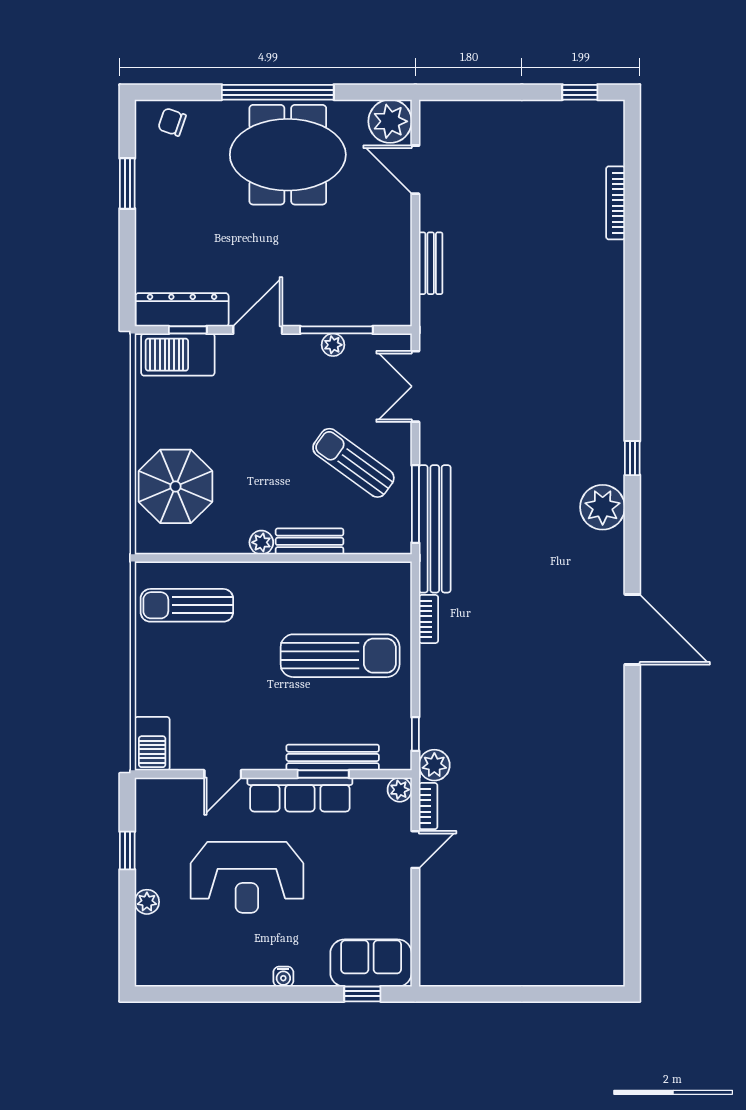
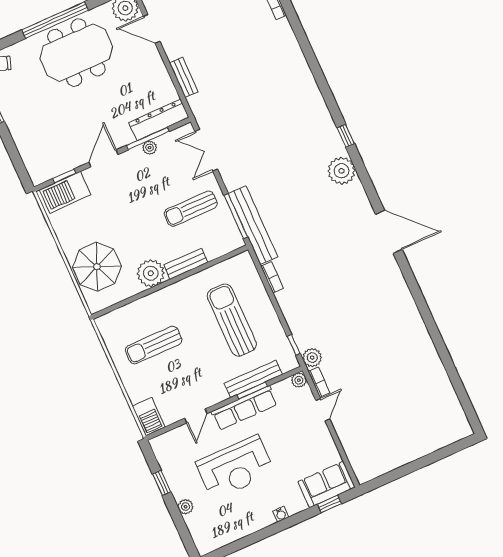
dresser: (182, 310) -> (159, 120), moved
sun lounger: (353, 463) -> (191, 209), turned -36
plant: (261, 542) -> (151, 273), width x1.87, depth x1.87
sun lounger: (187, 605) -> (154, 345), moved
sun lounger: (340, 656) -> (232, 320), turned -90

